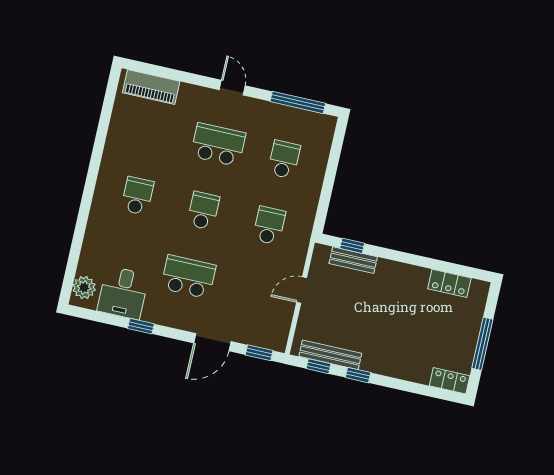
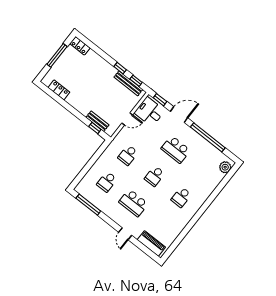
door: (232, 88) -> (125, 234), moved
desk: (123, 293) -> (150, 112), moved, turned -90
window: (141, 326) -> (208, 137), width x3.17

